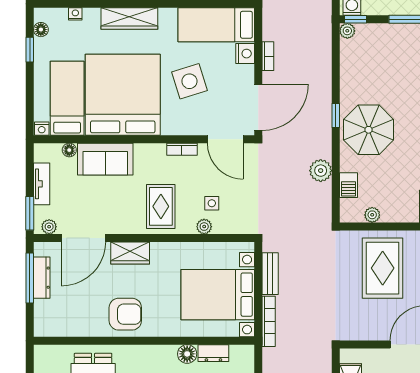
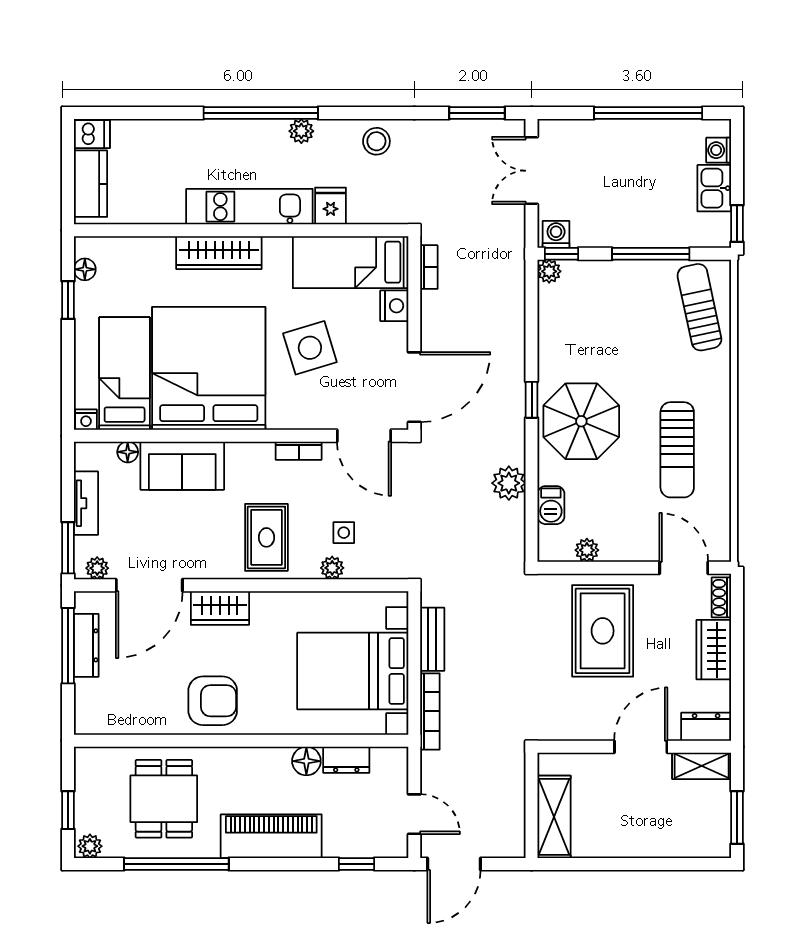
nightstand: (75, 14) -> (137, 246), removed
bookcase: (268, 56) -> (429, 267), moved

